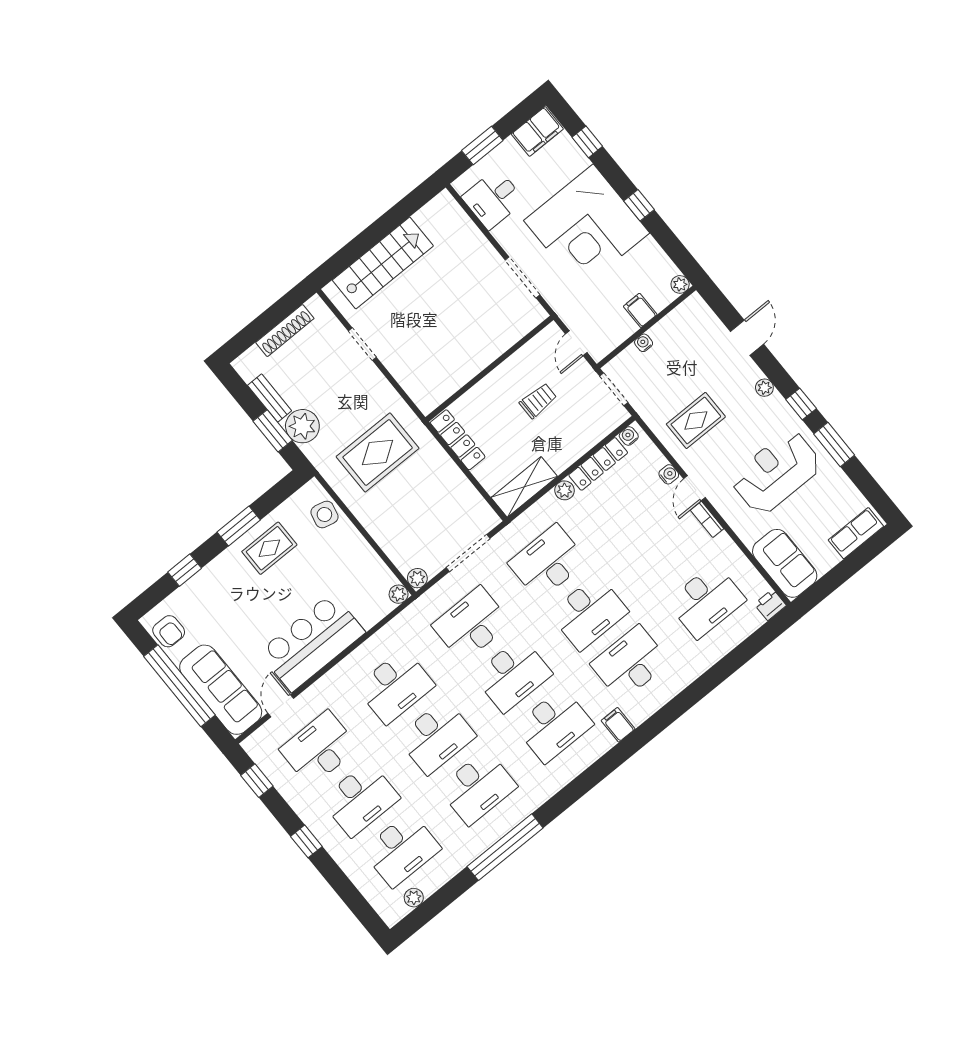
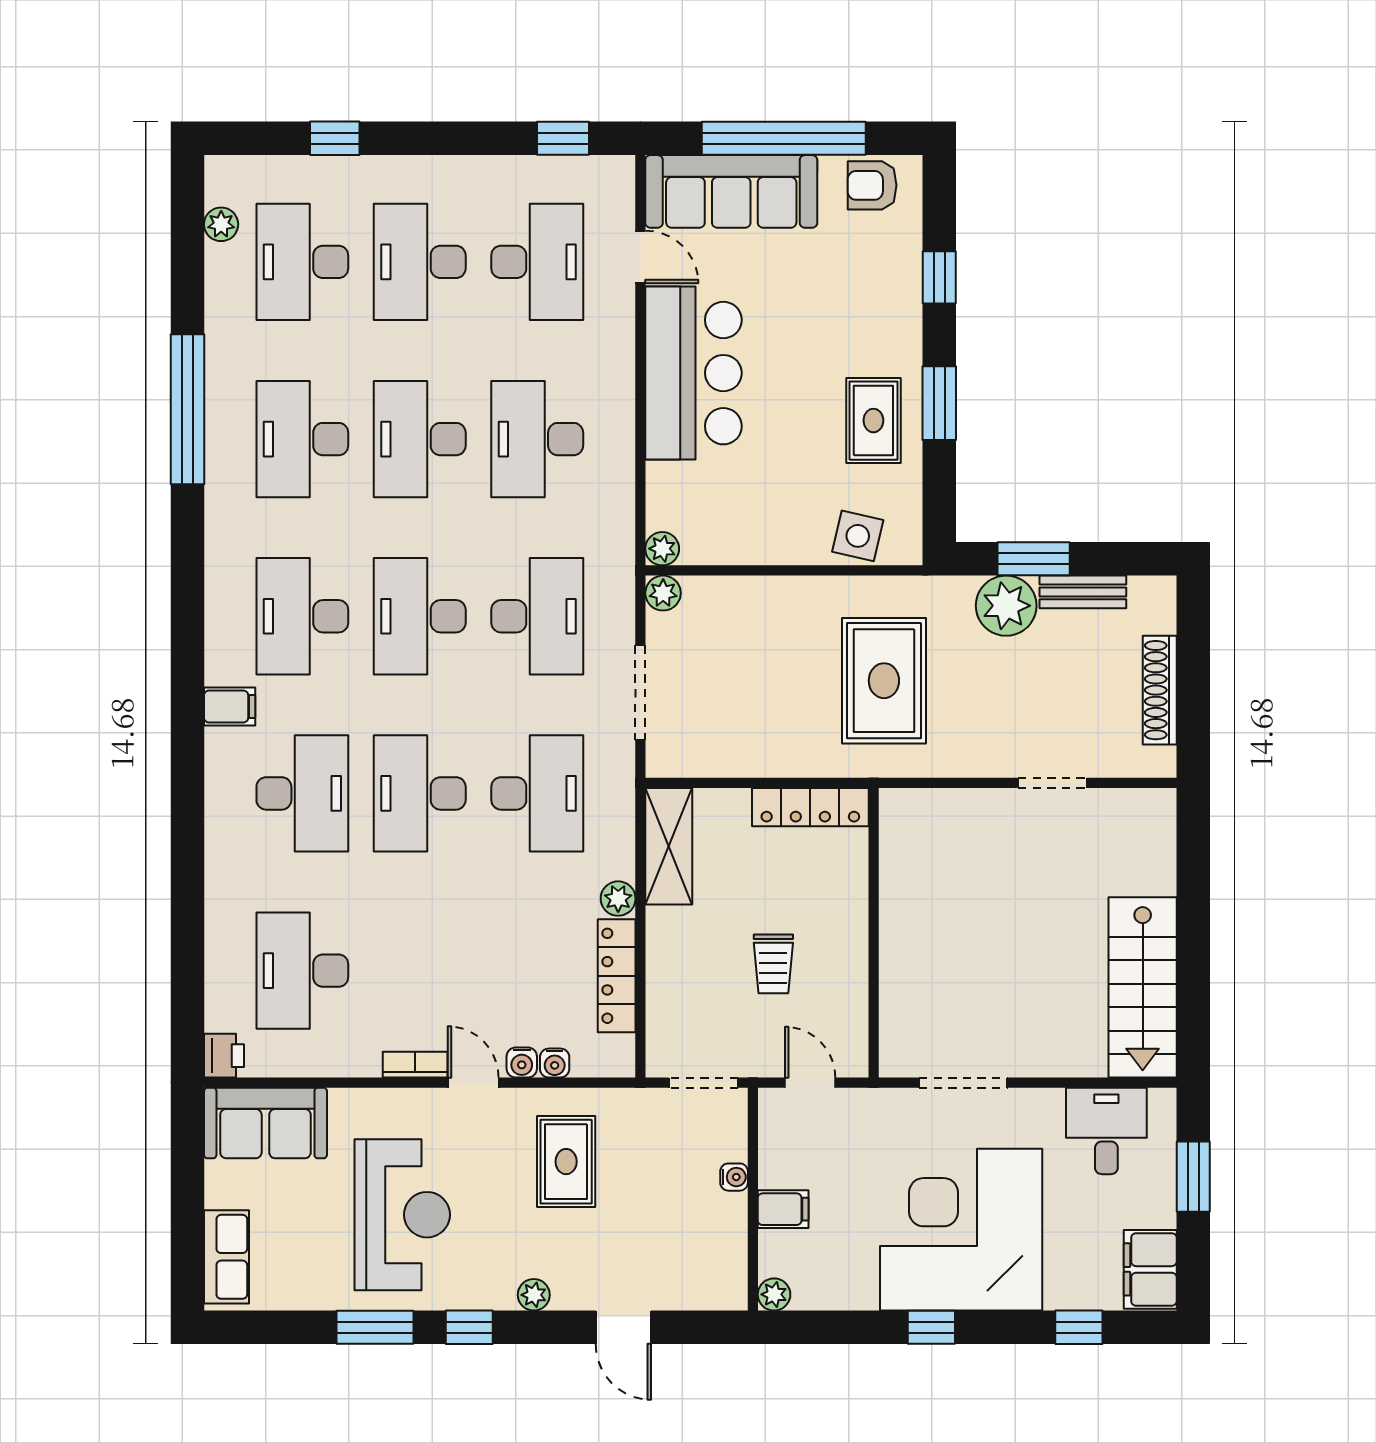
stairs: (383, 263) -> (1143, 987), moved
water cooler: (629, 436) -> (555, 1063), moved, turned 90
window: (306, 841) -> (335, 138), moved

